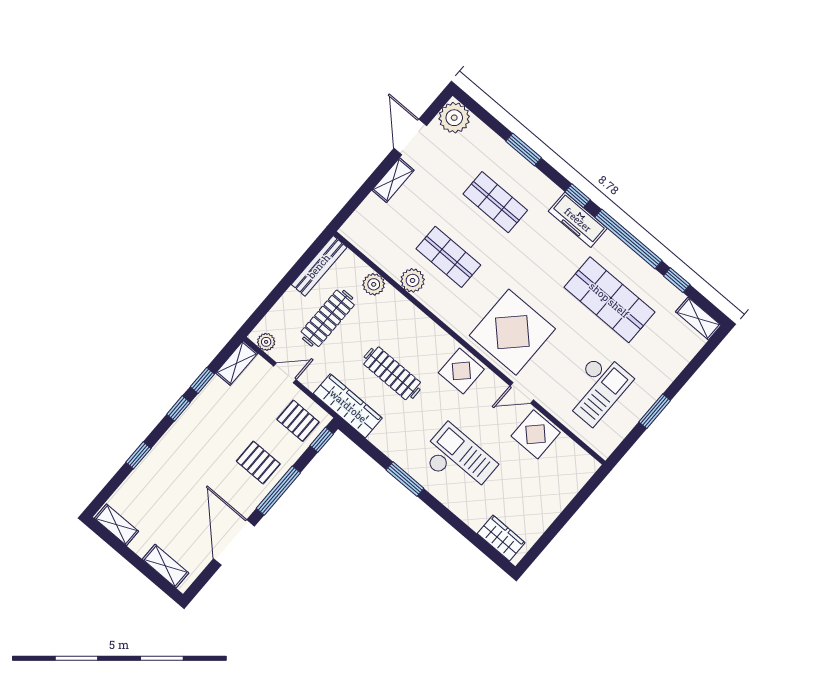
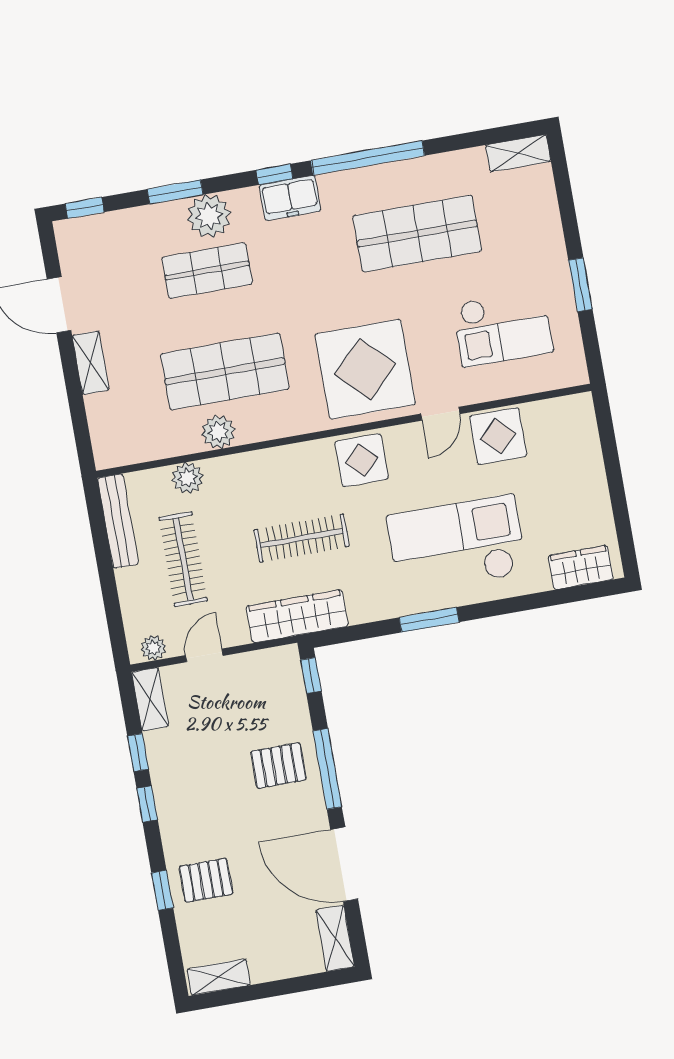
plant: (454, 118) -> (209, 216), moved
freezer: (578, 220) -> (290, 198), width x0.71
shop shelf: (448, 257) -> (225, 371), width x1.43, depth x1.36
window: (677, 280) -> (85, 208), moved
checkout: (596, 388) -> (503, 328), turned 90
pallet: (298, 421) -> (206, 880), moved
checkout: (458, 460) -> (457, 544), width x1.36, depth x1.21
shelving: (166, 566) -> (335, 938), moved, turned 90

